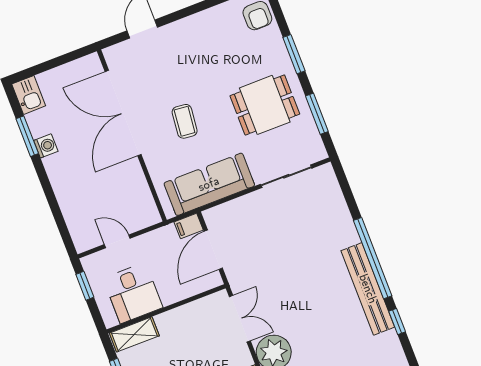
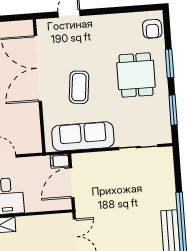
dining table: (265, 105) -> (136, 75), moved, turned 90
coffee table: (185, 121) -> (79, 87), width x1.36, depth x1.30

